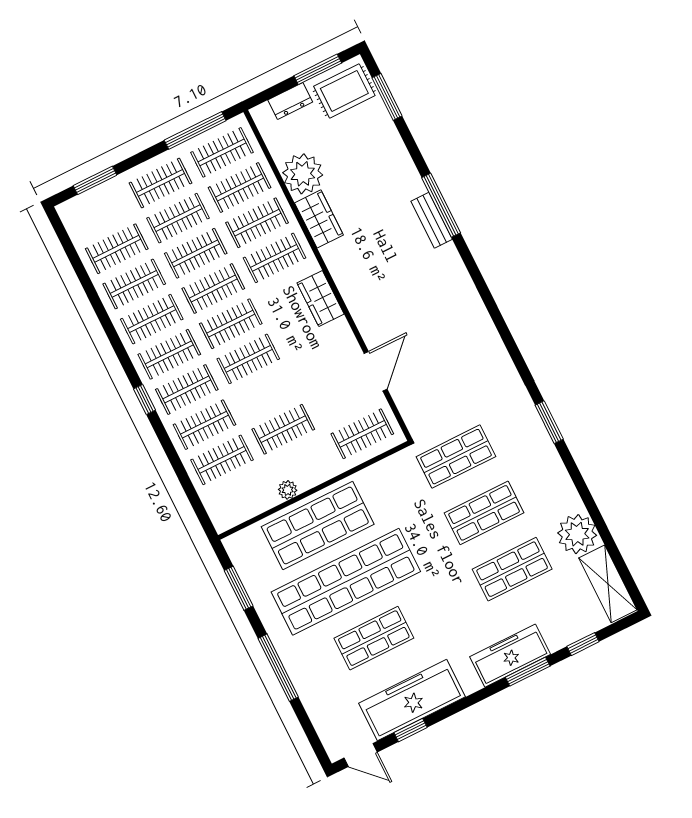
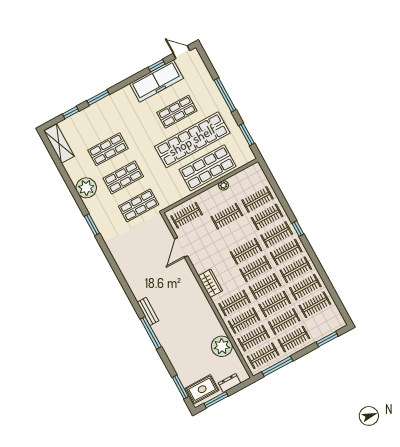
wardrobe: (319, 219) -> (213, 324), removed
bench: (432, 220) -> (148, 311), moved
plant: (577, 534) -> (86, 188), moved
freezer: (510, 656) -> (107, 105), removed

